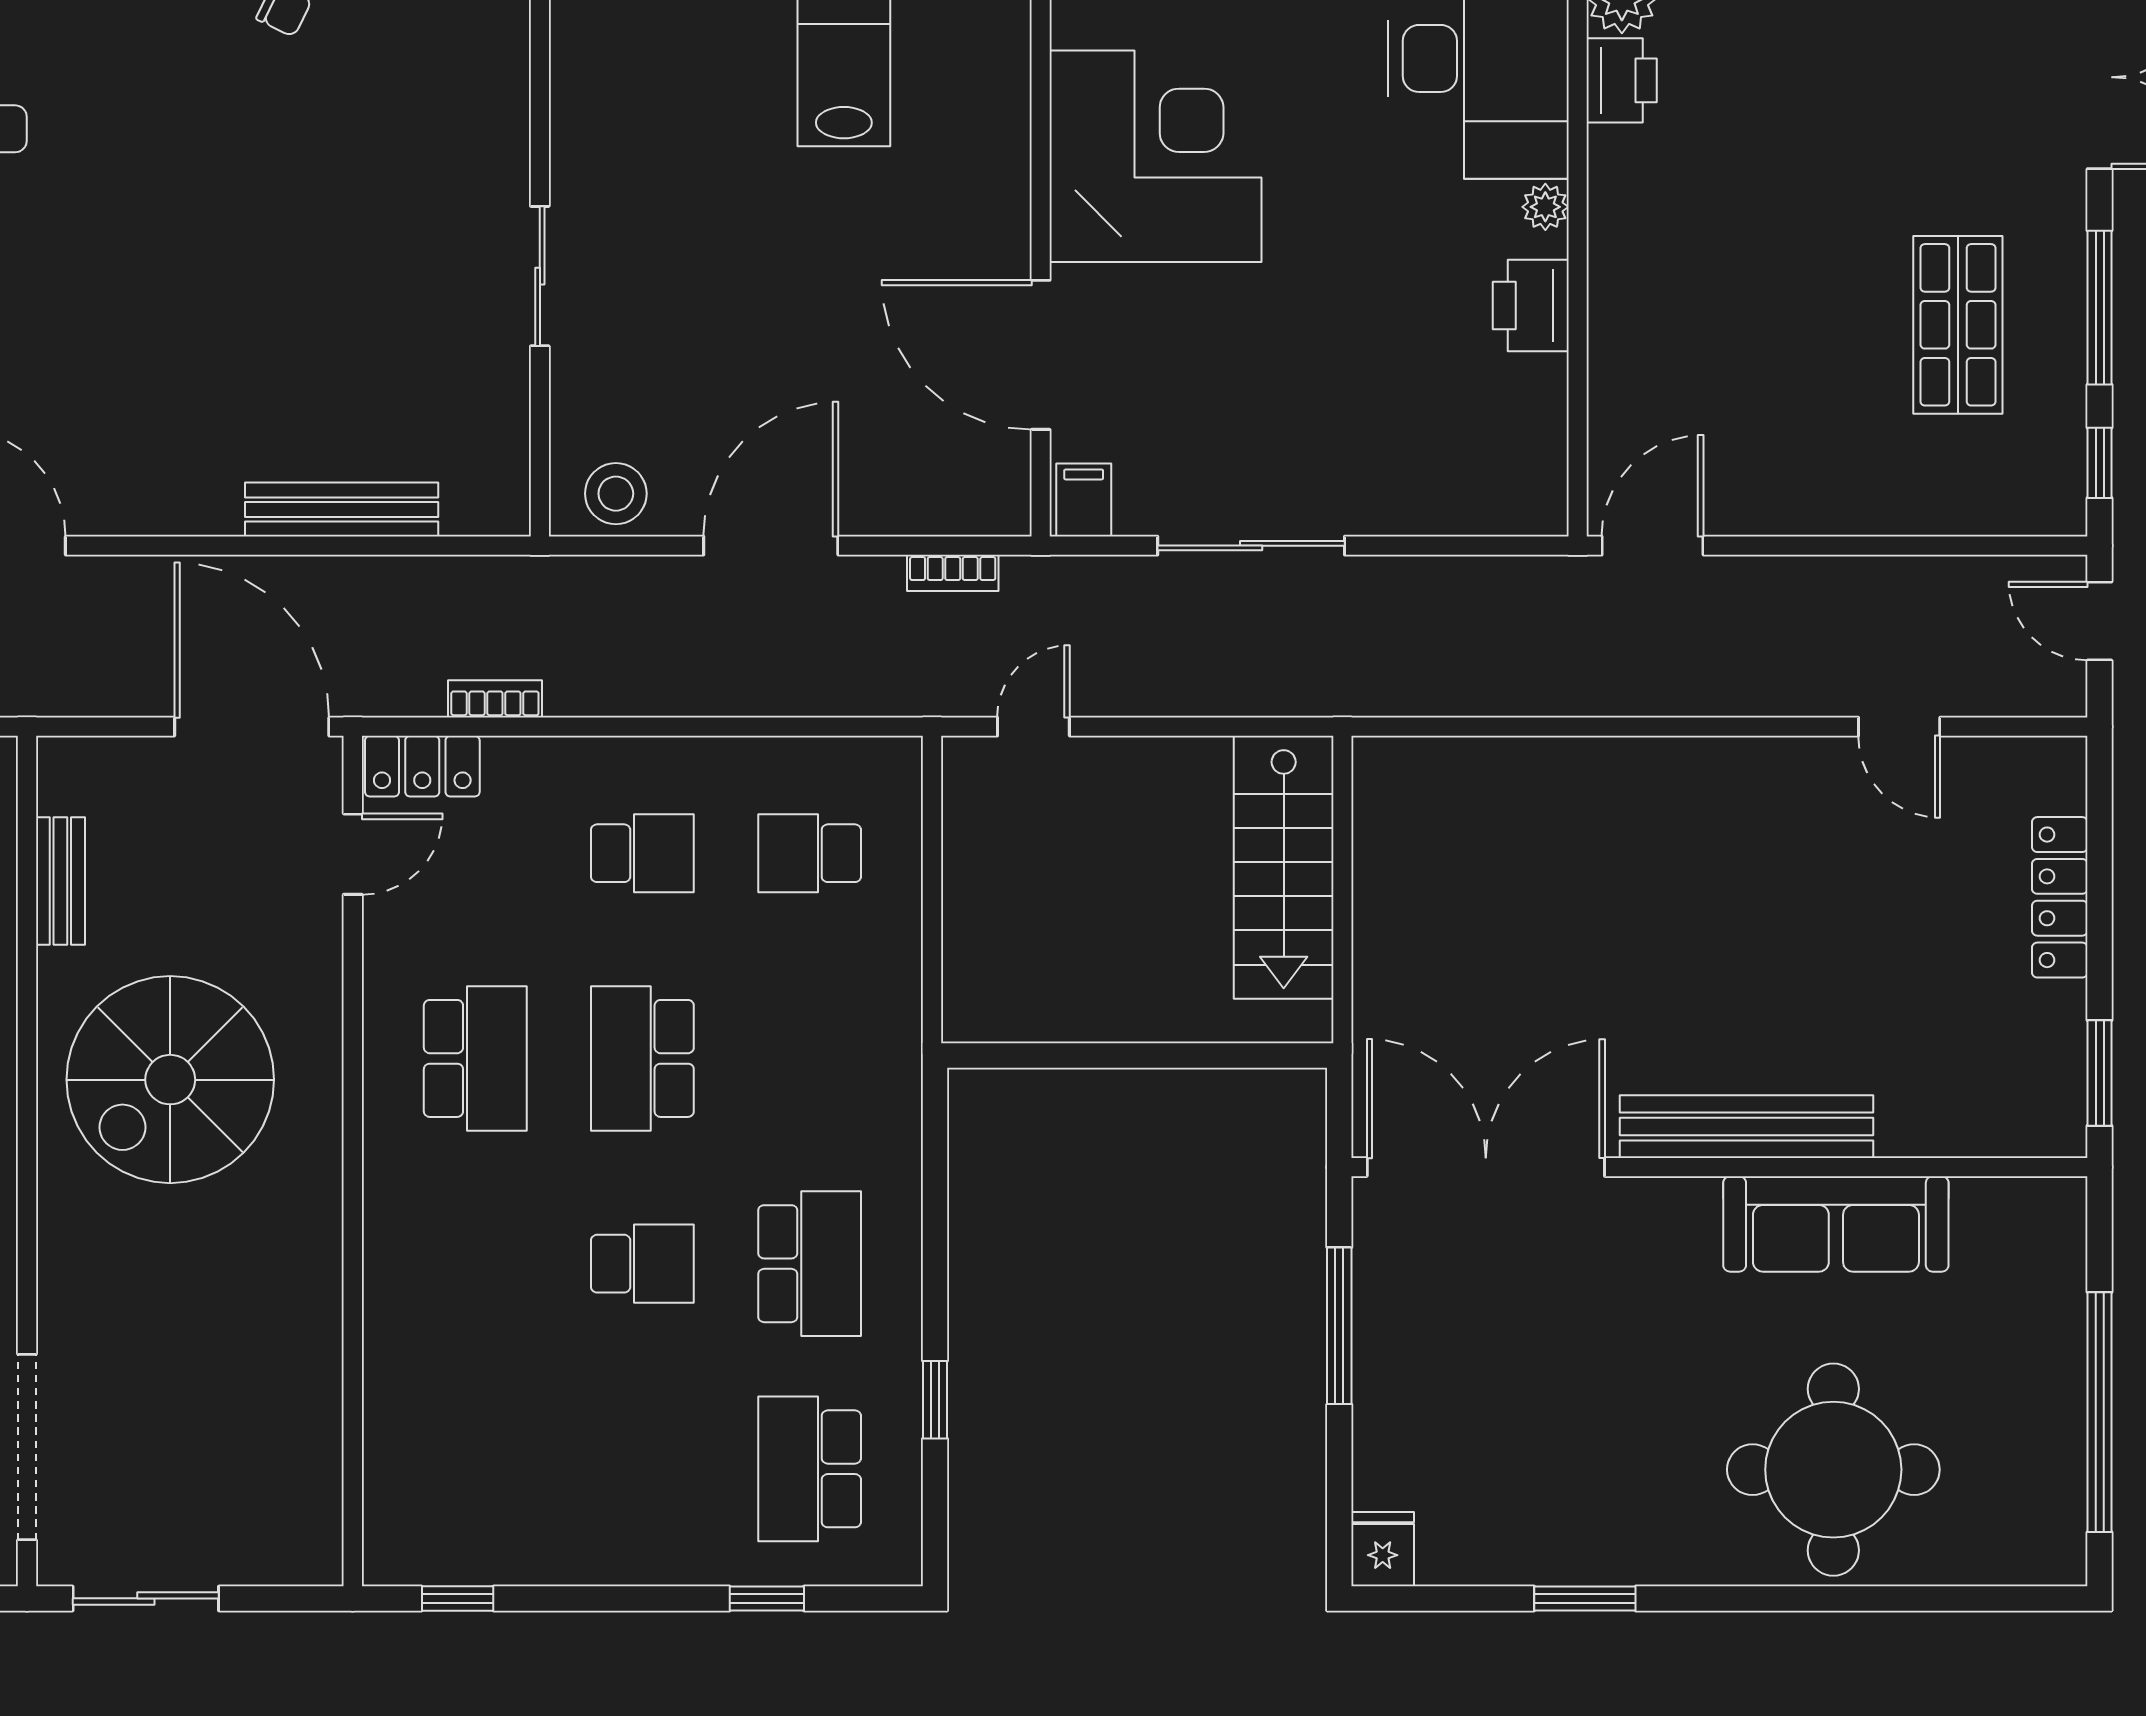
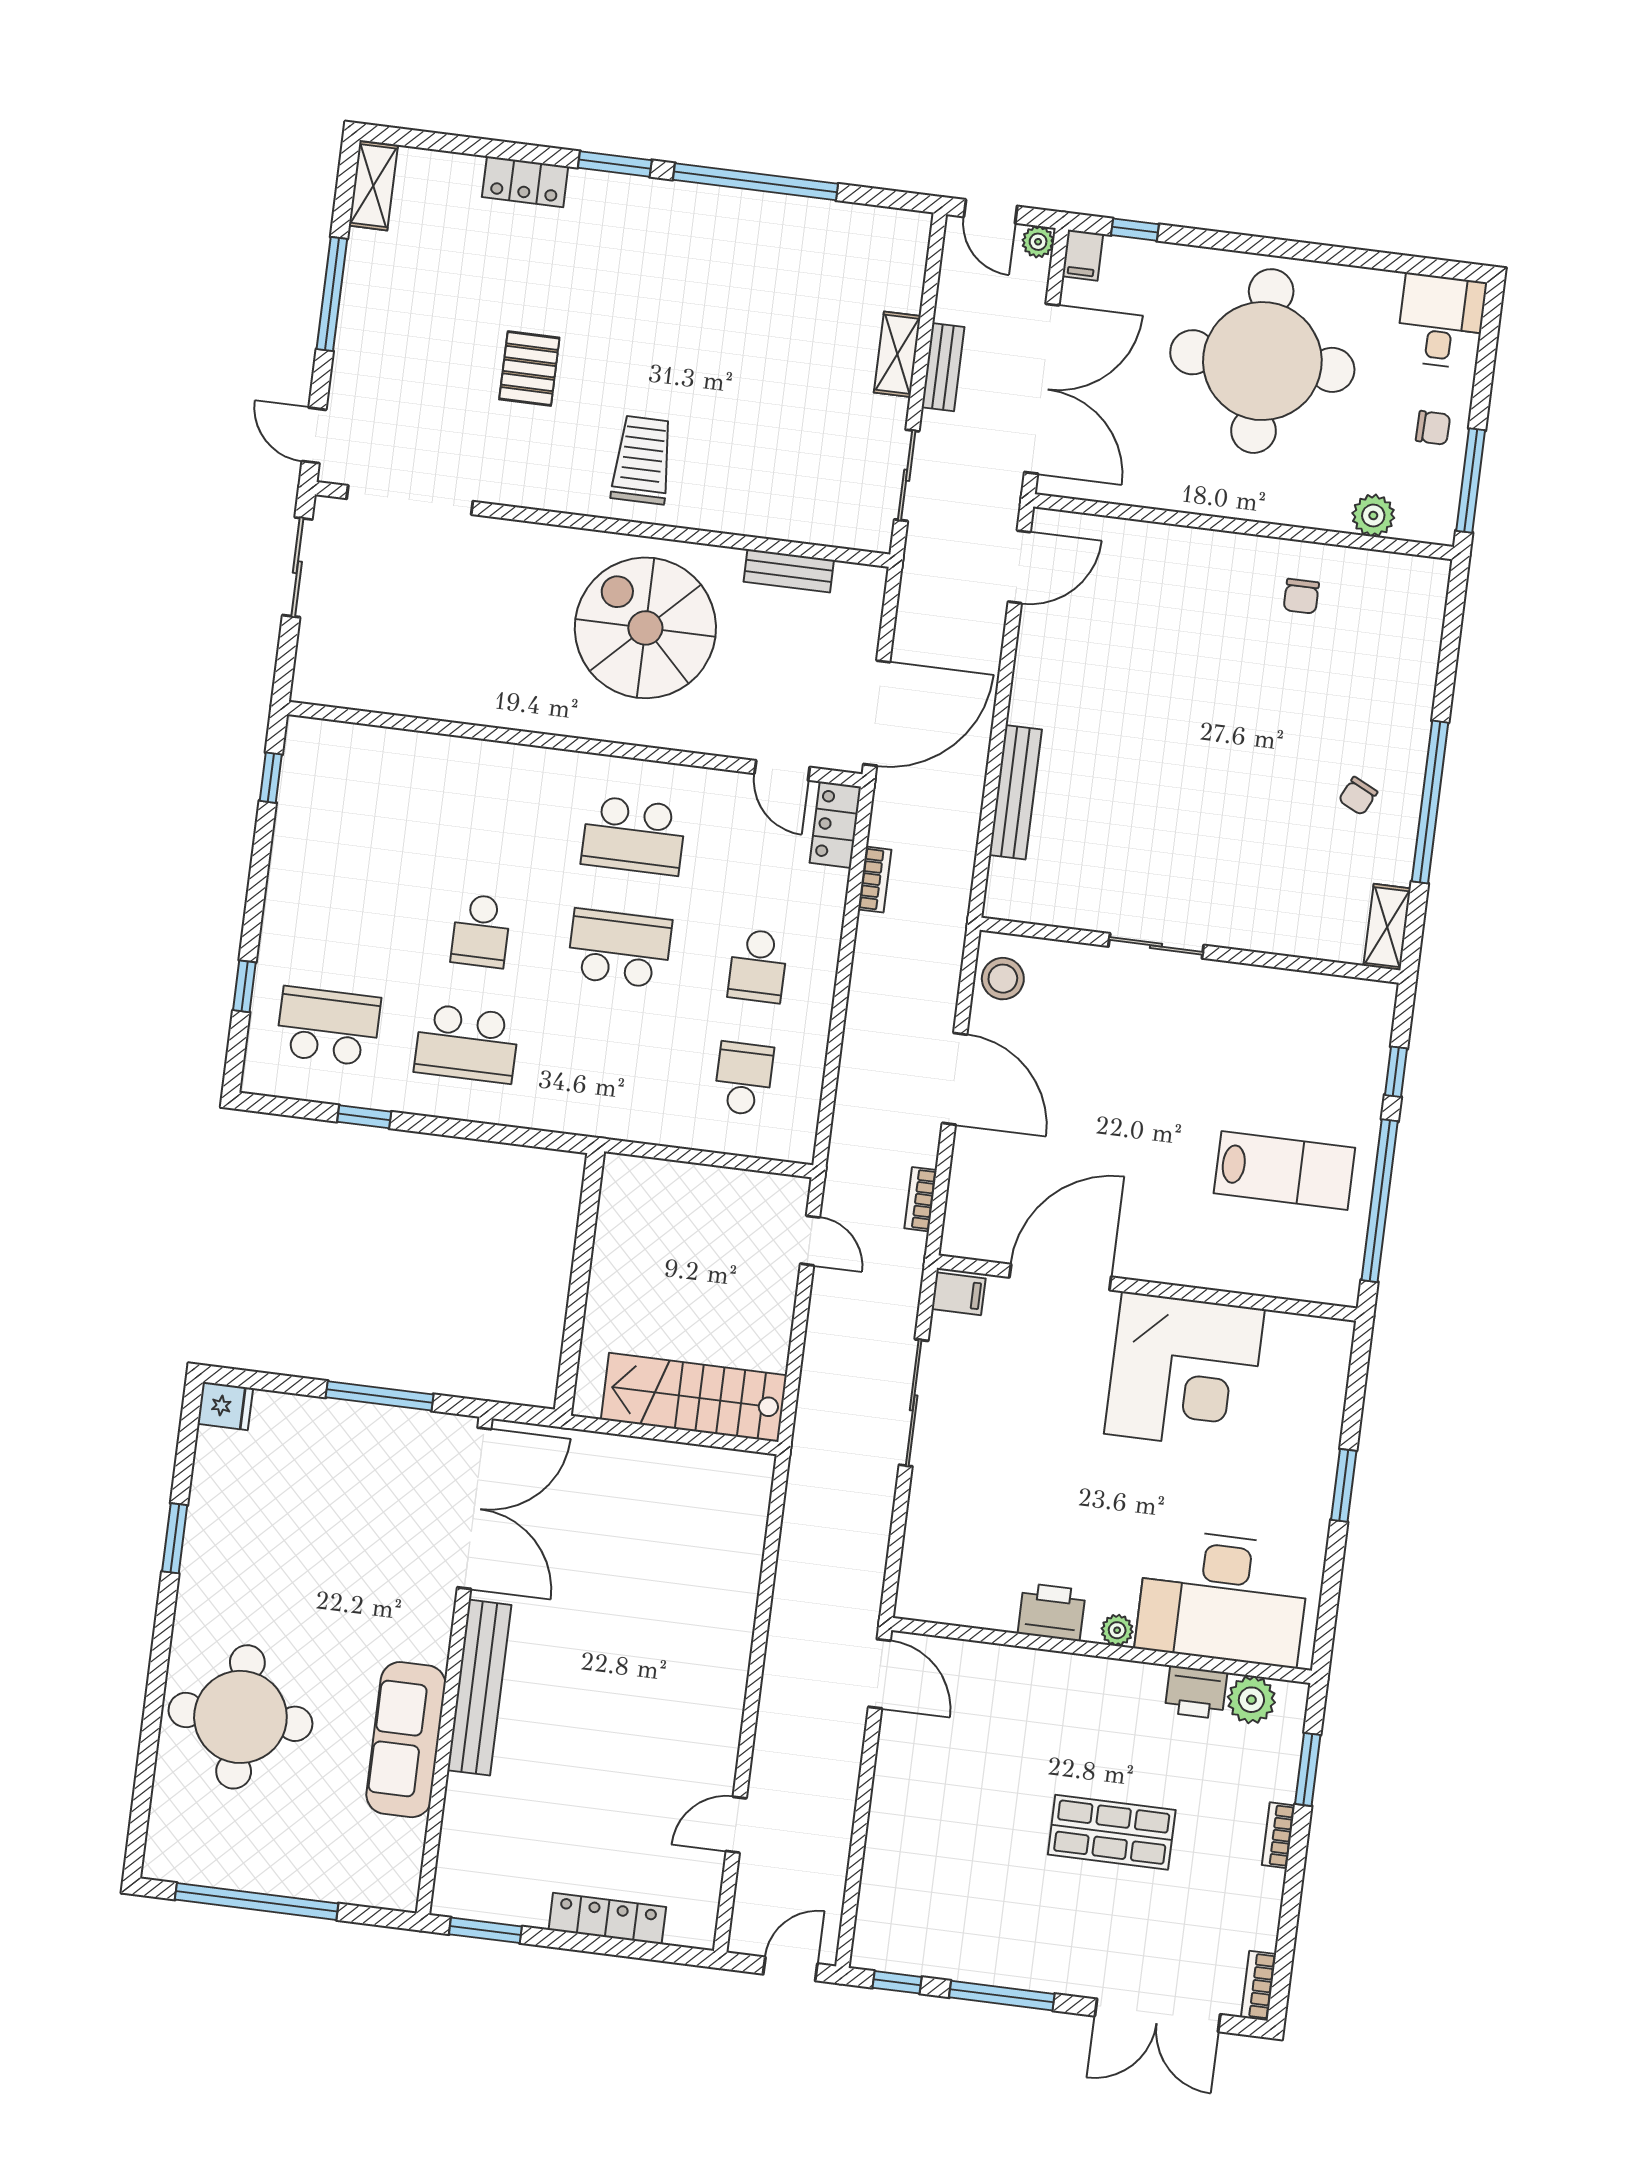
shop shelf: (1958, 325) -> (1112, 1832), moved

